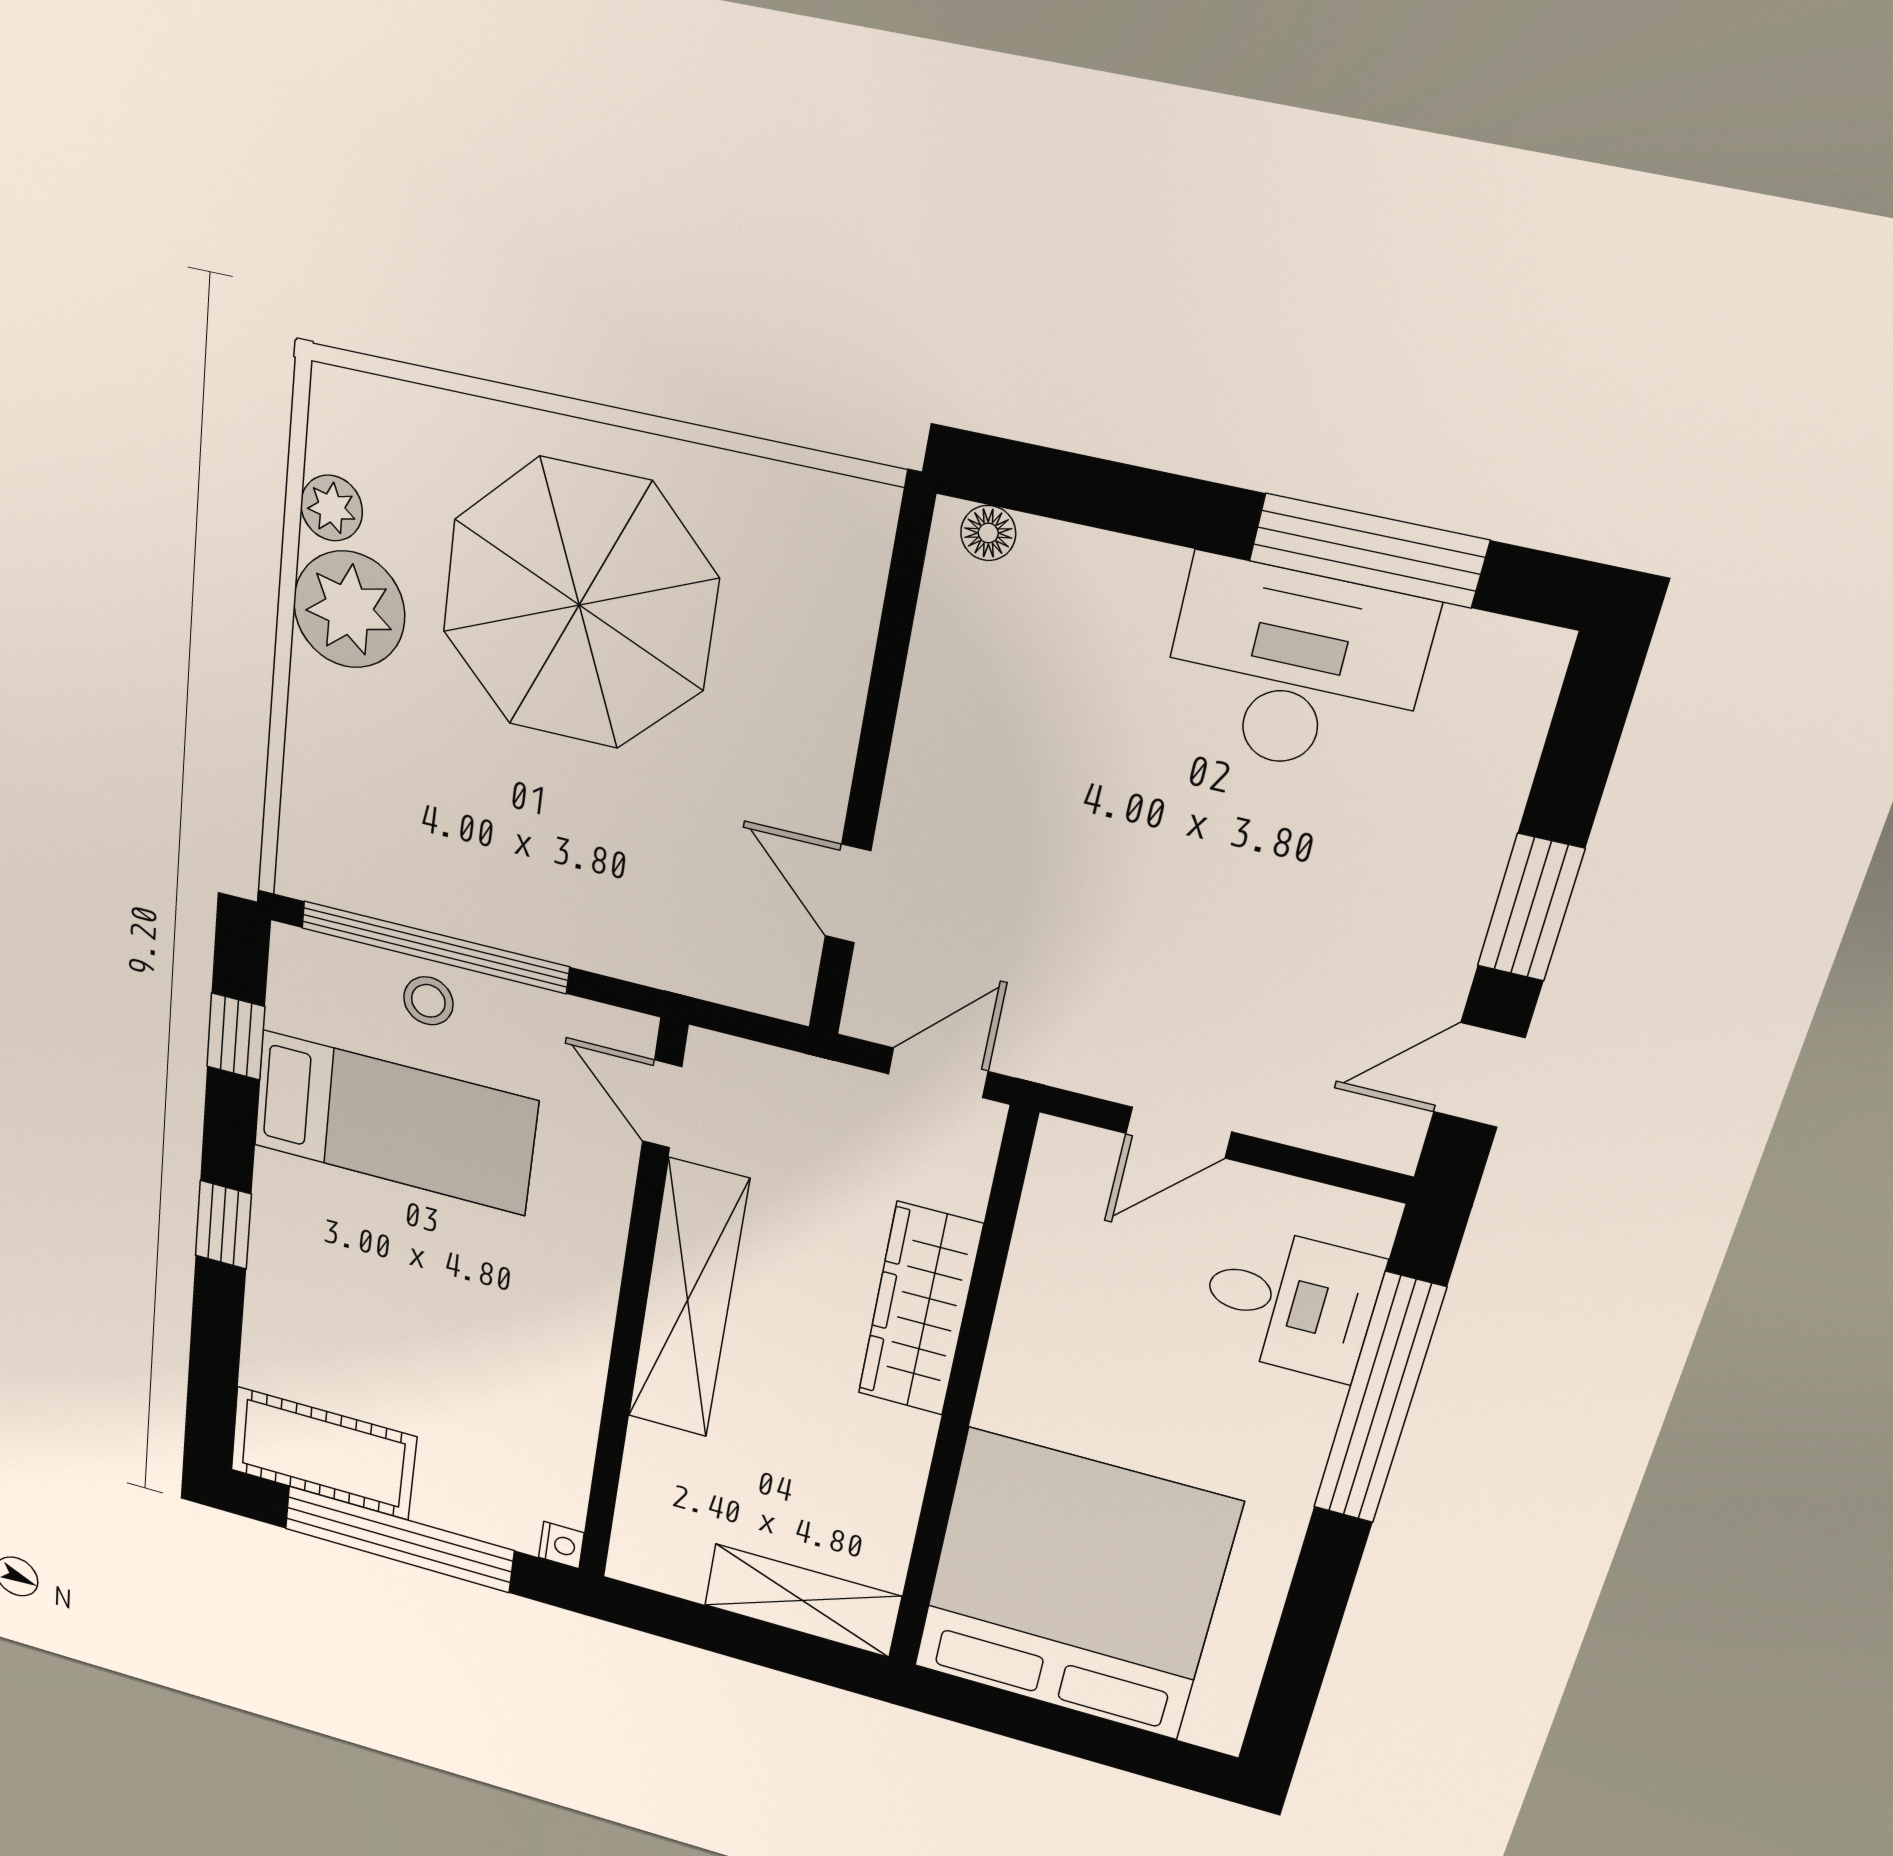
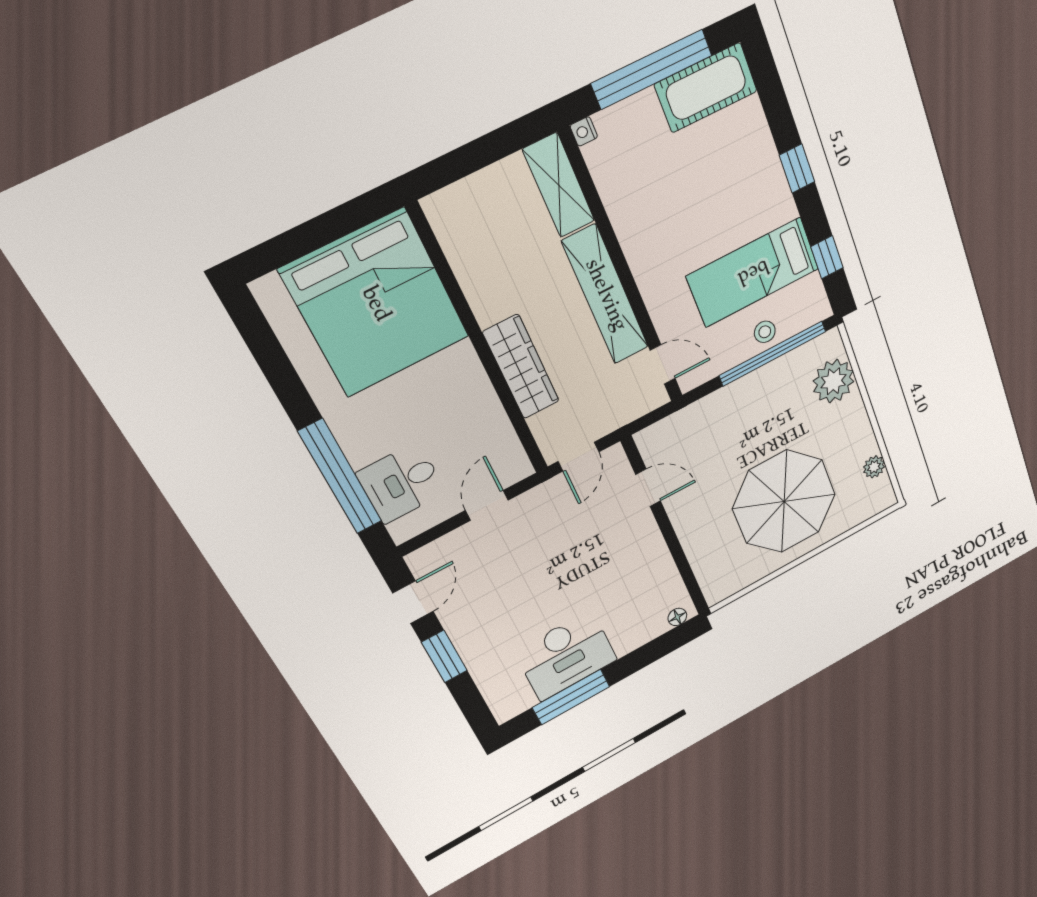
plant: (349, 610) -> (833, 381), moved
shelving: (802, 1601) -> (559, 185), moved, turned 90

